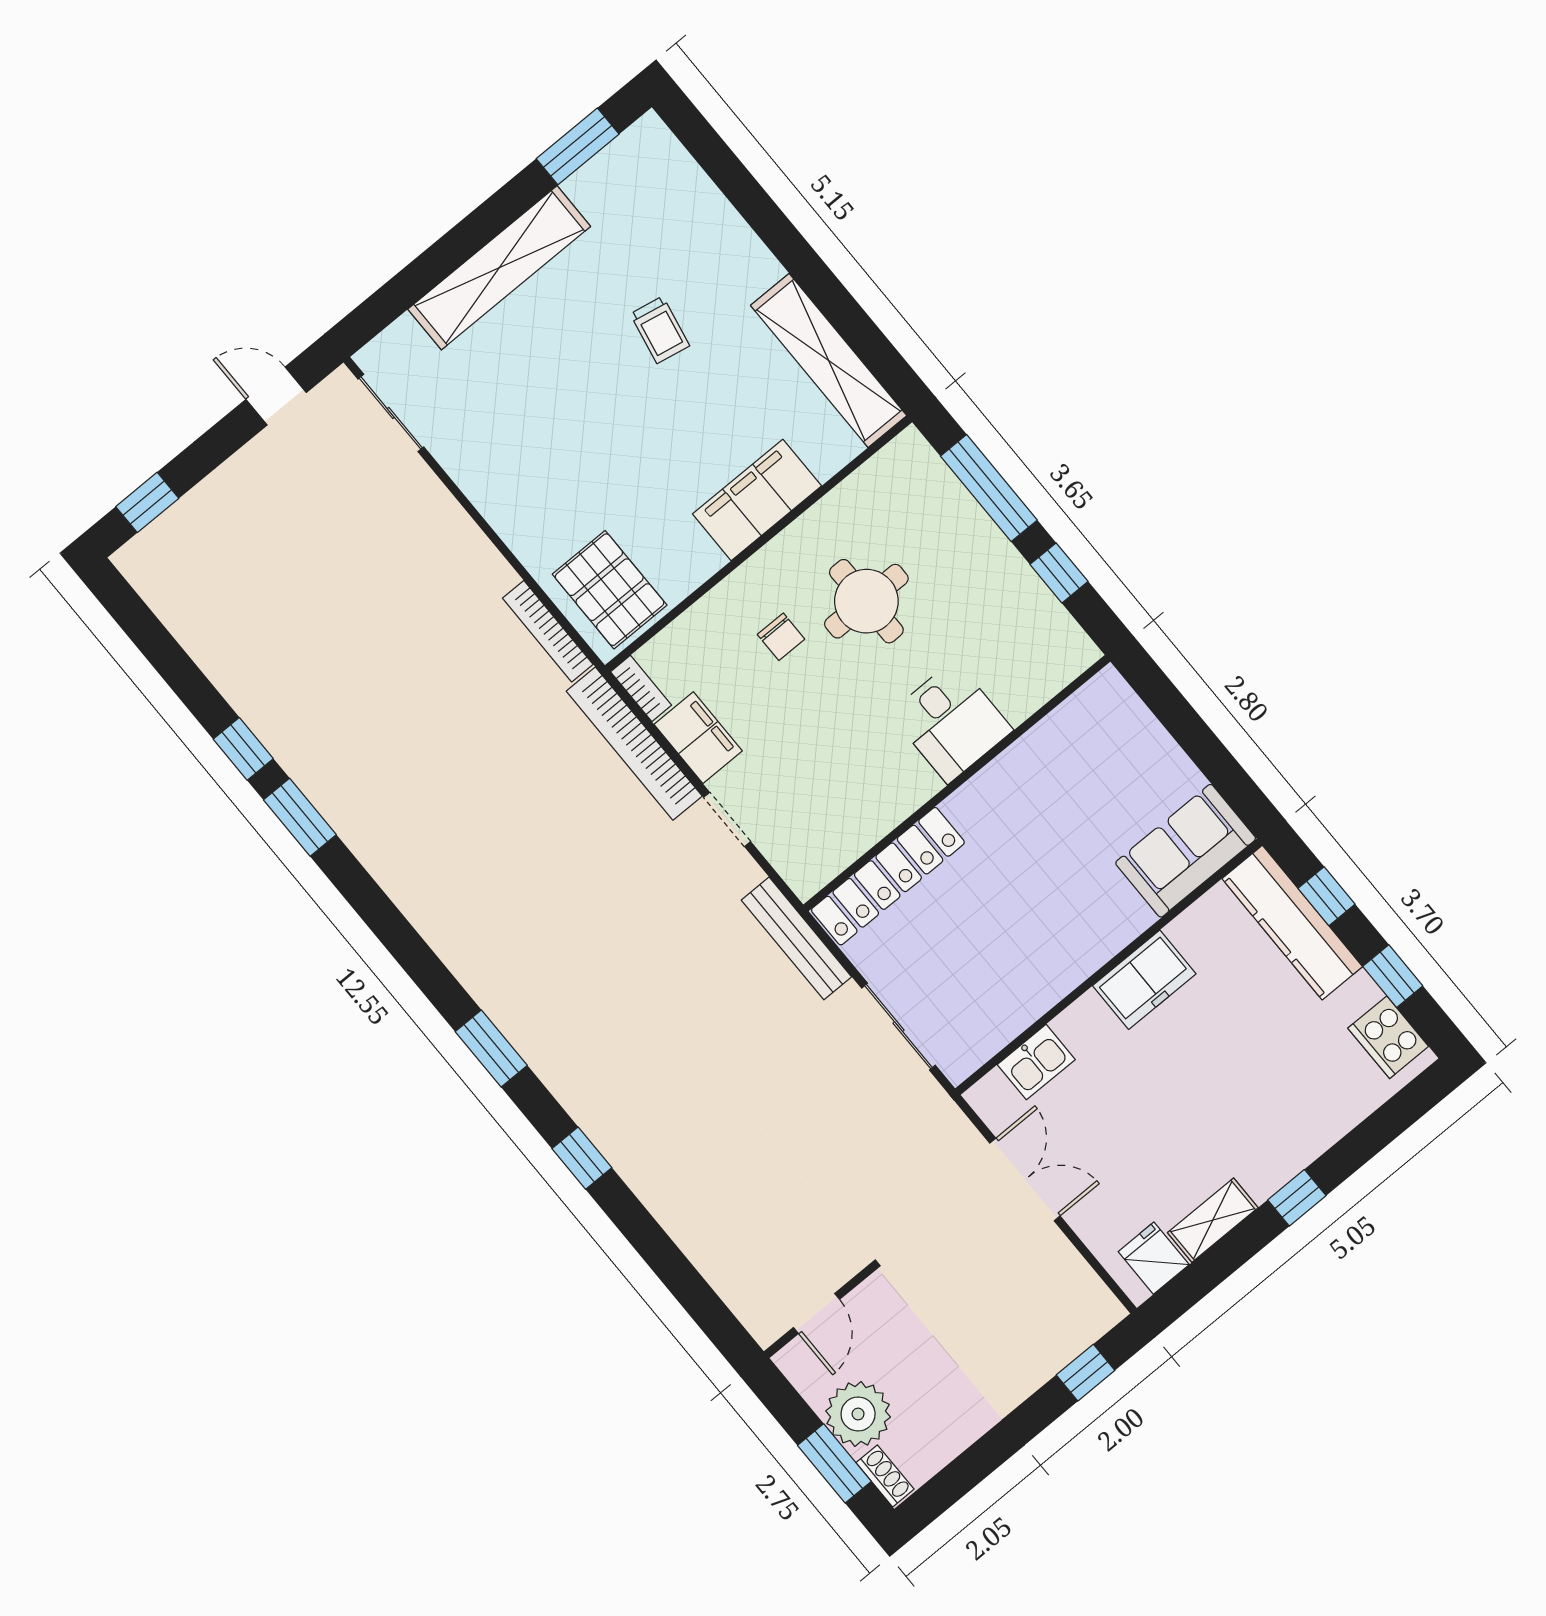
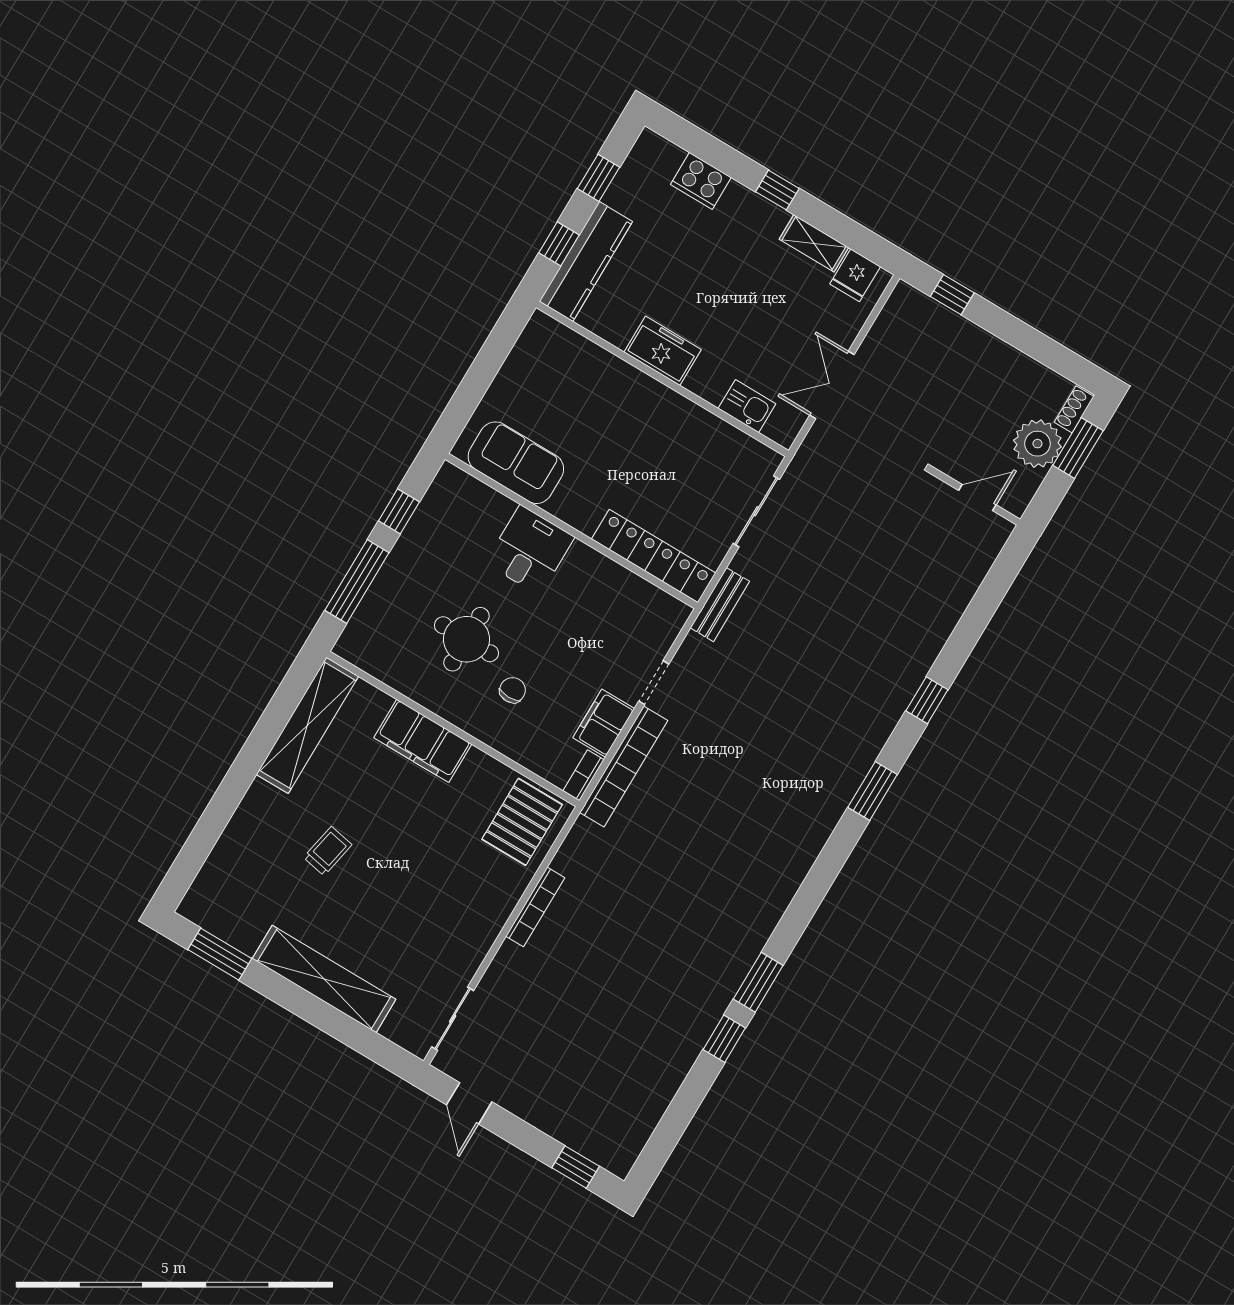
bookcase: (548, 631) -> (535, 907), moved
sofa: (1186, 851) -> (516, 463), moved, turned 180
bench: (796, 938) -> (720, 605), width x0.73
cooker: (1388, 1037) -> (701, 181), moved, turned 90

